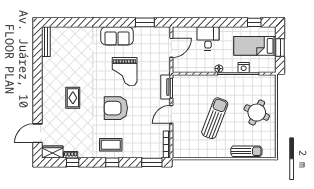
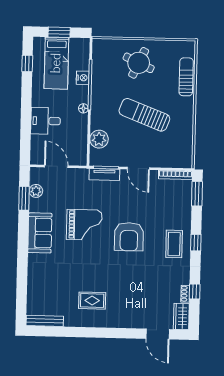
plant: (151, 32) -> (36, 191), added
plant: (194, 82) -> (99, 139), added
rug: (73, 98) -> (92, 301), moved

